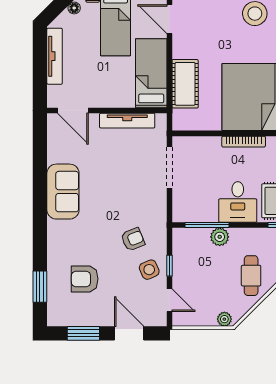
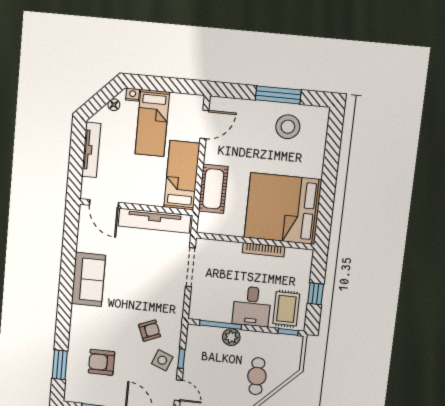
door: (169, 19) -> (204, 124), swing flipped
tv unit: (127, 121) -> (154, 221), width x1.36, depth x1.29
side table: (149, 270) -> (162, 360), turned 45

